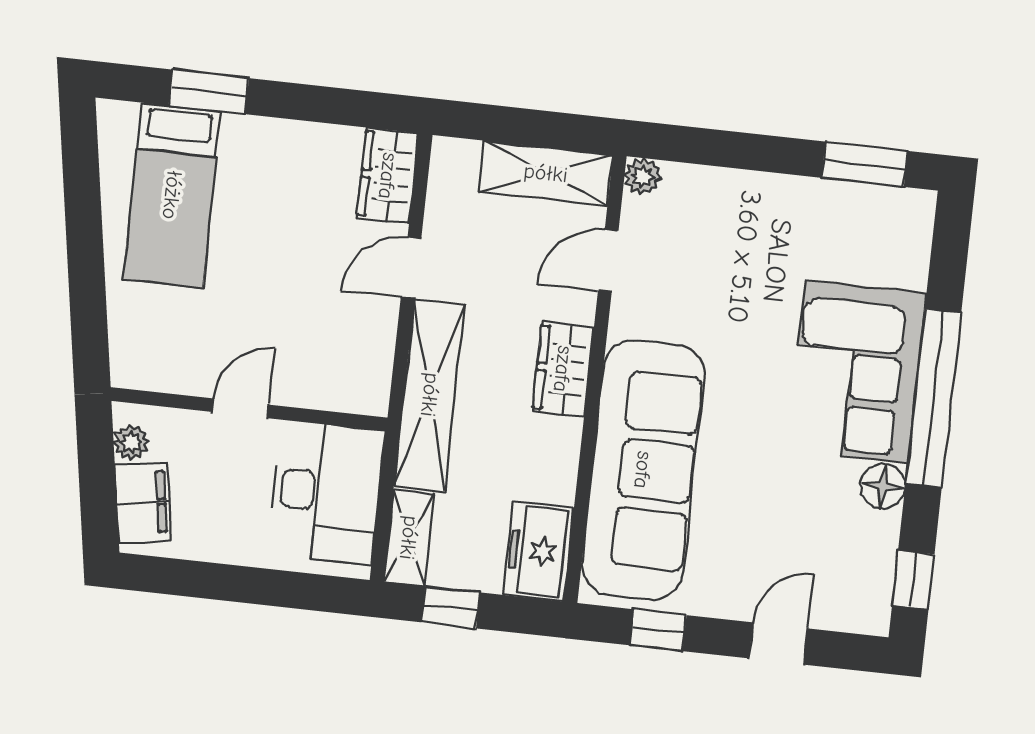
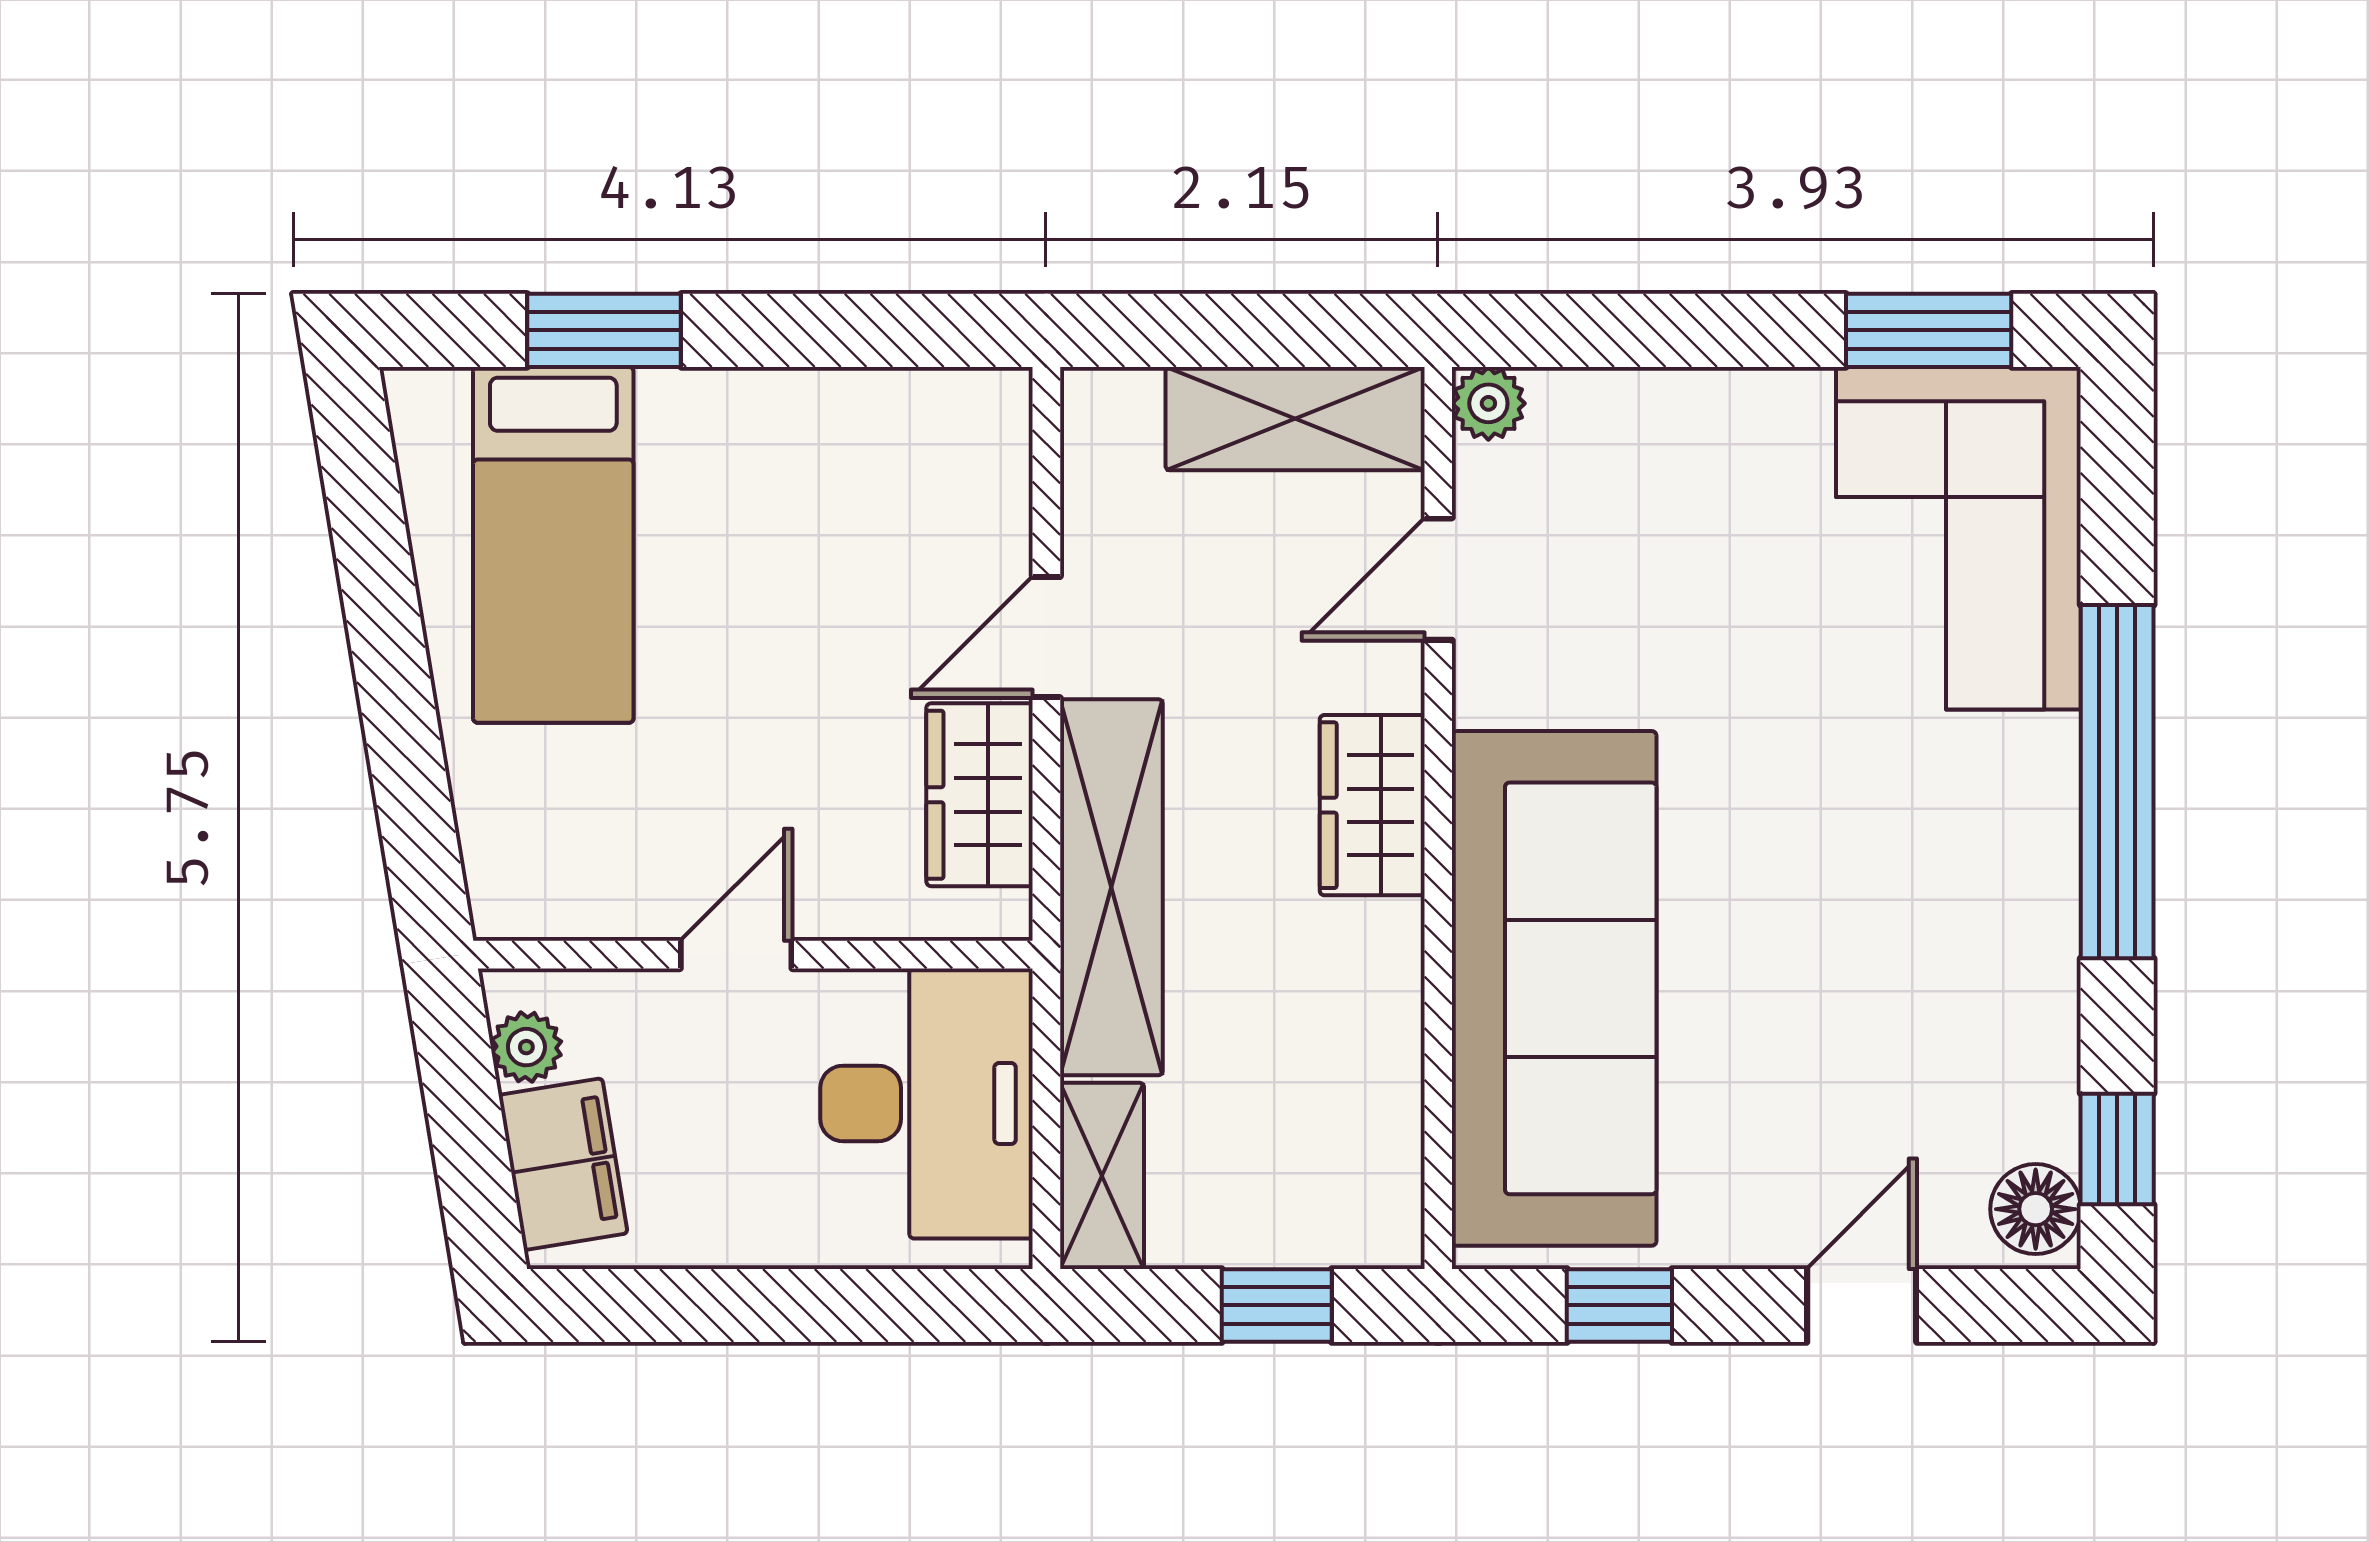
wardrobe: (388, 176) -> (980, 795), moved
corner sofa: (857, 371) -> (1958, 538), moved
floor lamp: (883, 486) -> (2036, 1209), moved
freezer: (539, 552) -> (1363, 1175), removed
window: (451, 607) -> (1277, 1305), moved

